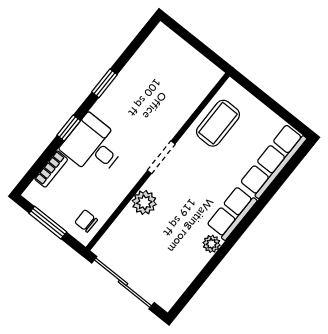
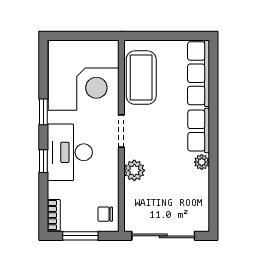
corner desk: (168, 79) -> (84, 75), added
coffee table: (218, 123) -> (141, 78), width x1.36, depth x1.32
desk: (93, 146) -> (70, 152), width x1.37
bookcase: (51, 169) -> (54, 215), moved

